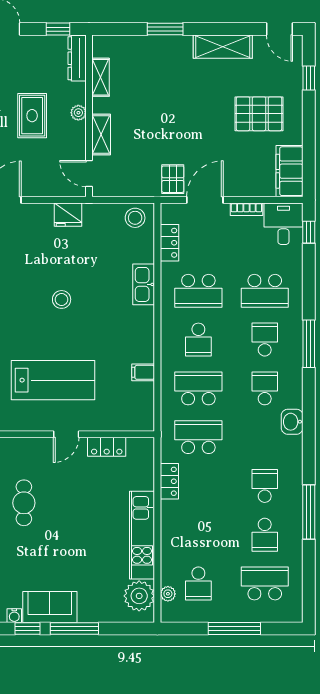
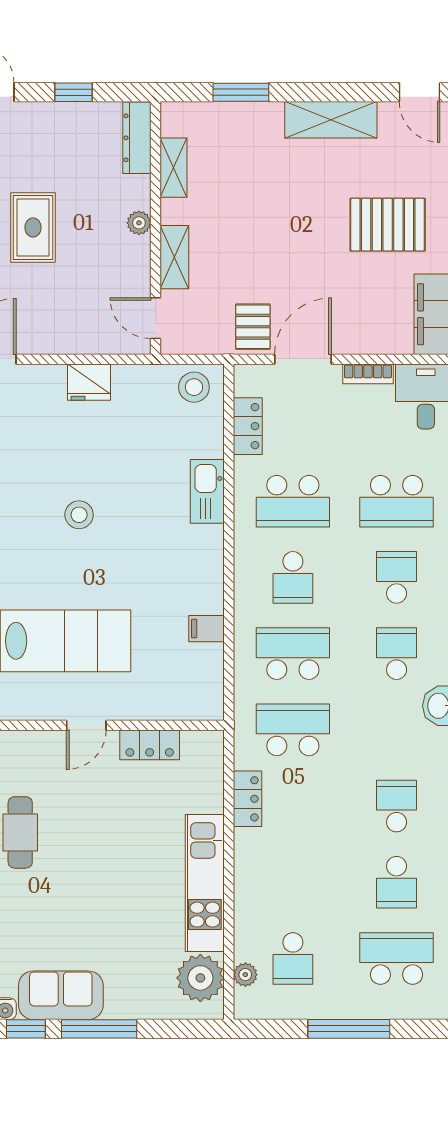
dresser: (77, 58) -> (137, 138), moved
shelving: (101, 77) -> (174, 168), moved
plant: (78, 113) -> (139, 223), moved
wall: (89, 116) -> (156, 228), moved
shelving: (101, 135) -> (174, 257), moved
door: (89, 174) -> (156, 318), moved

